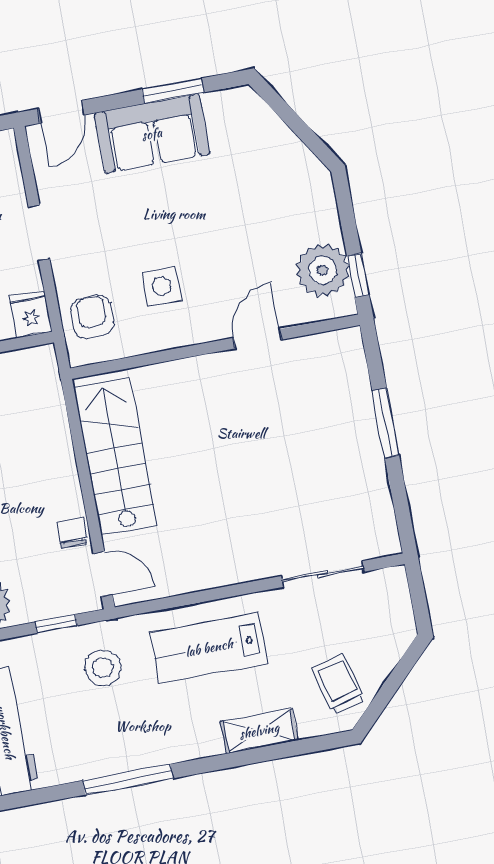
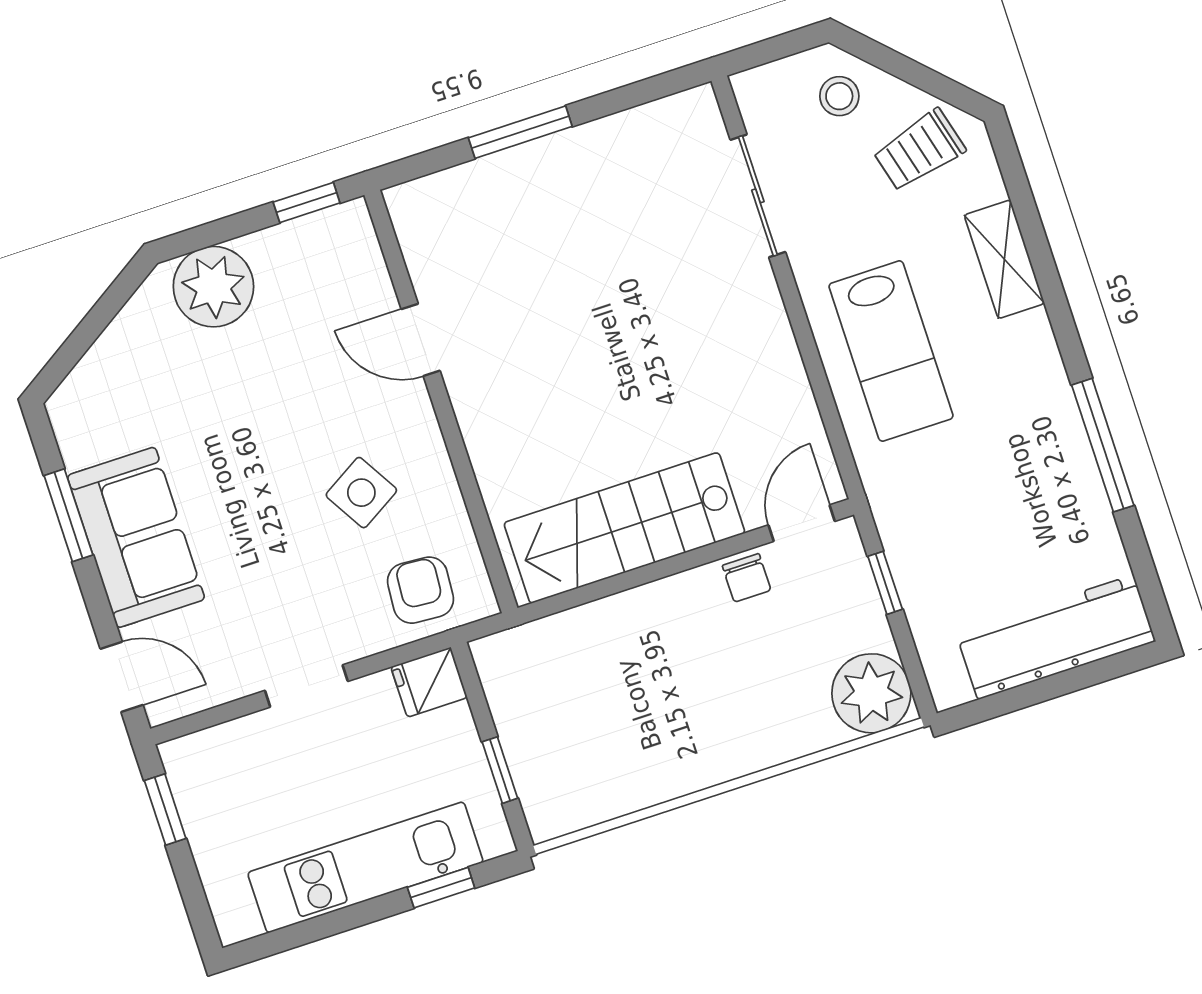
plant: (323, 270) -> (213, 287), moved
side table: (162, 286) -> (361, 493), turned -31
armchair: (92, 317) -> (420, 590), turned 94
chair: (72, 533) -> (747, 578), turned -90
stool: (103, 668) -> (839, 96), moved, width x0.73, depth x0.73

